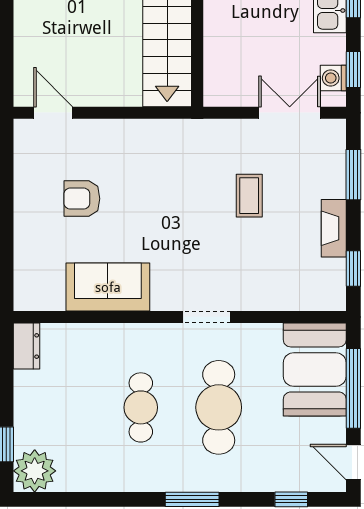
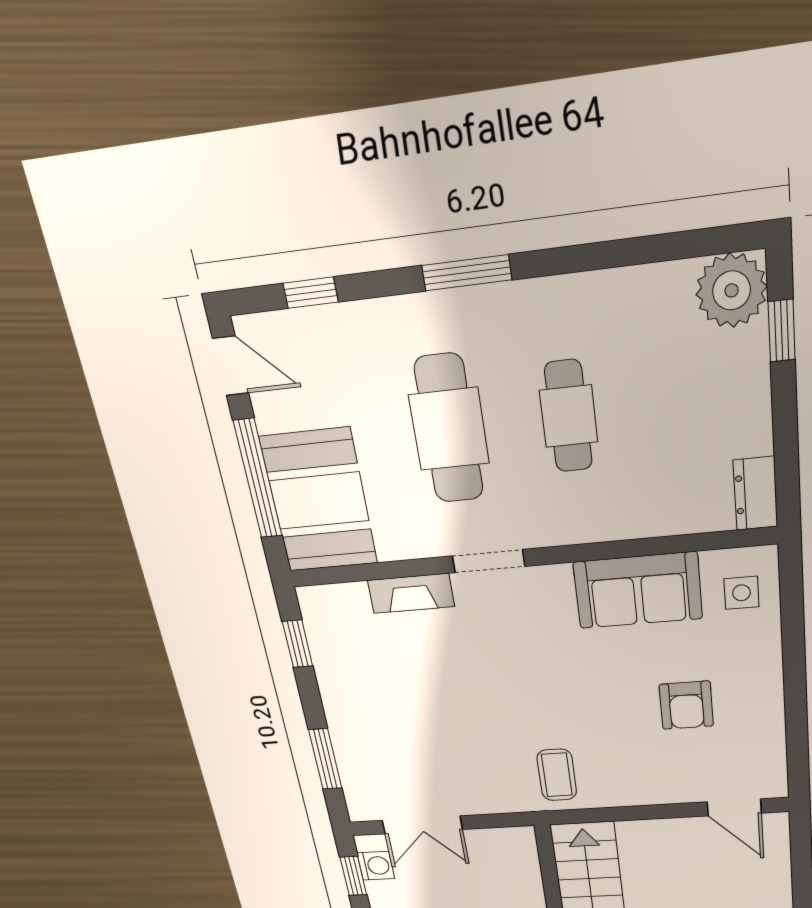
coffee table: (249, 196) -> (557, 775), moved
armchair: (82, 199) -> (686, 705), turned 90
fireplace: (334, 228) -> (411, 593), moved, turned 90
side table: (39, 279) -> (741, 593), added

